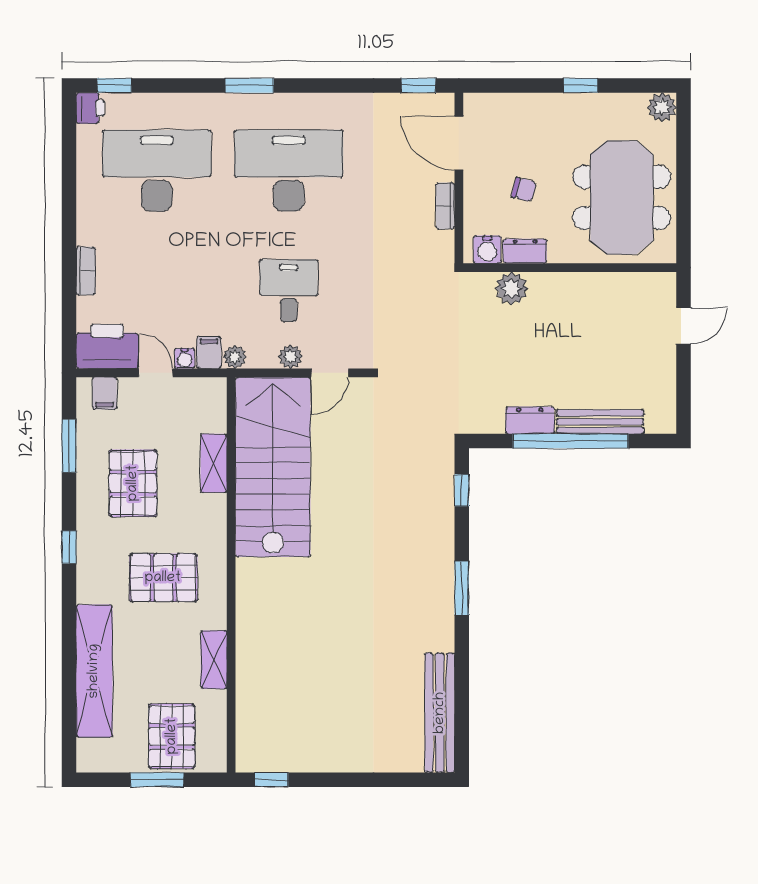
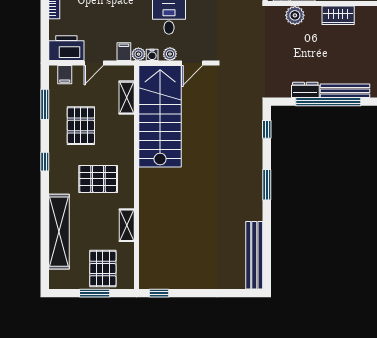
wardrobe: (588, 288) -> (338, 15), added
water cooler: (184, 358) -> (152, 55), moved
door: (156, 373) -> (94, 63), swing flipped
shelving: (214, 463) -> (127, 98), moved

